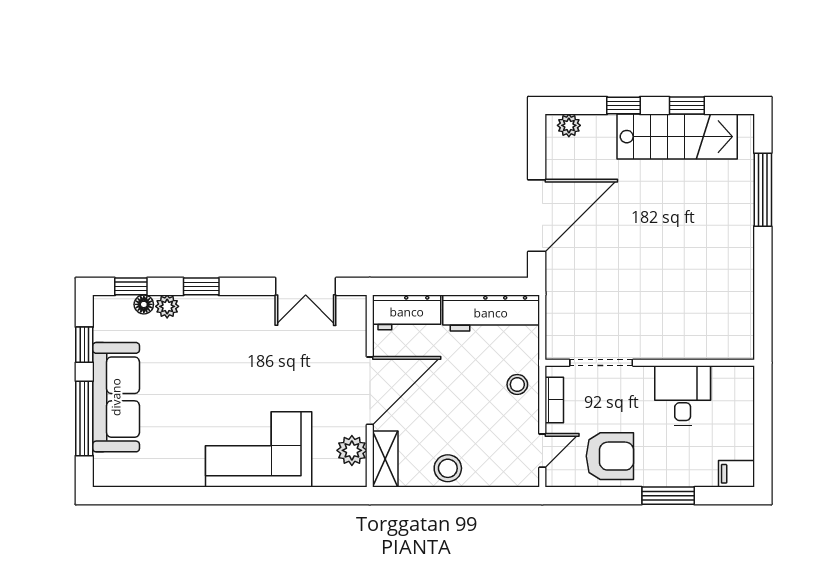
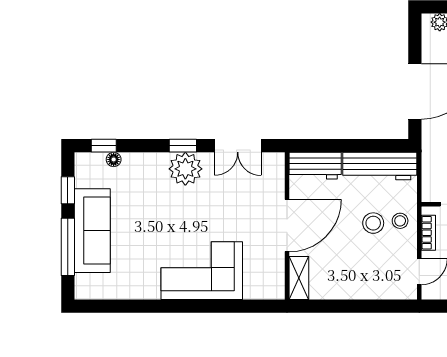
window: (201, 286) -> (183, 146), moved
plant: (167, 306) -> (185, 169), moved, width x1.87, depth x1.87
plant: (352, 450) -> (273, 271), removed
stool: (448, 468) -> (373, 223), moved

